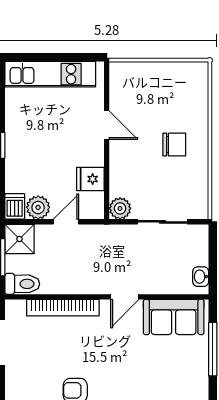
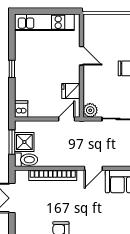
plant: (38, 207) -> (37, 110), removed
door: (66, 222) -> (67, 119), moved
shower: (19, 239) -> (24, 142), moved

